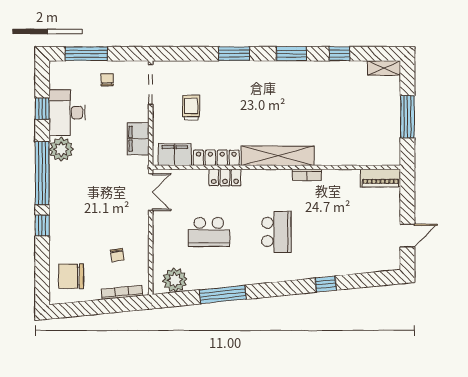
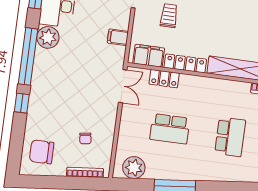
filing cabinet: (138, 139) -> (118, 37), width x0.50
locker: (225, 178) -> (164, 79), moved

